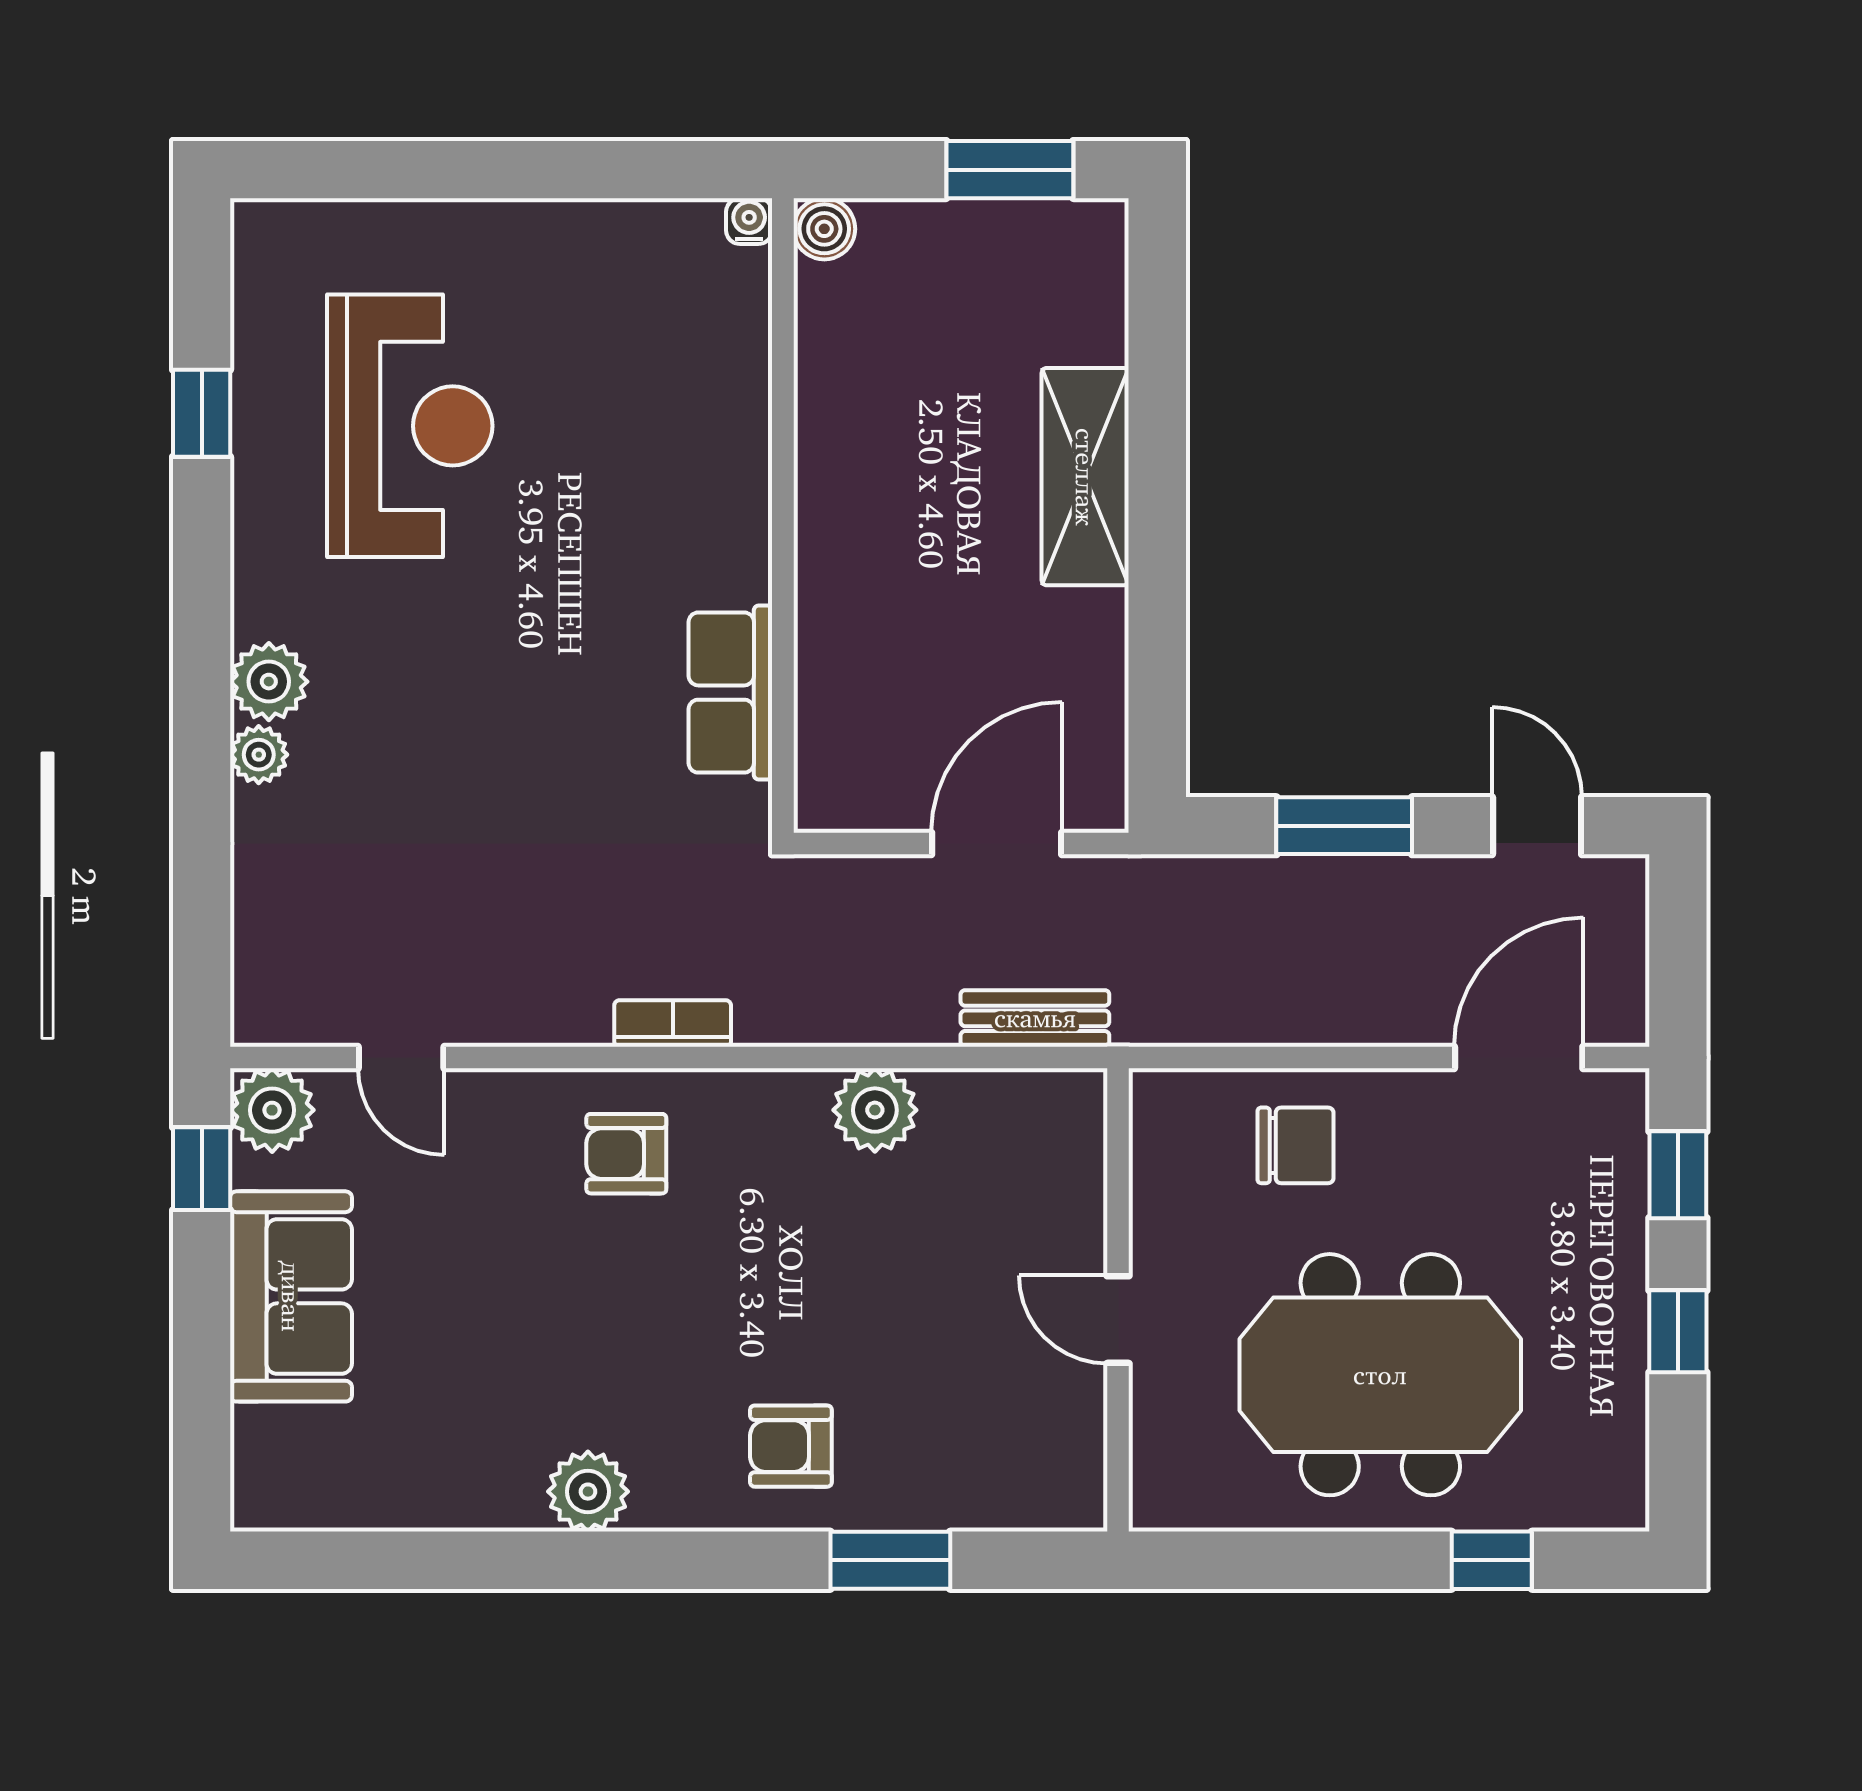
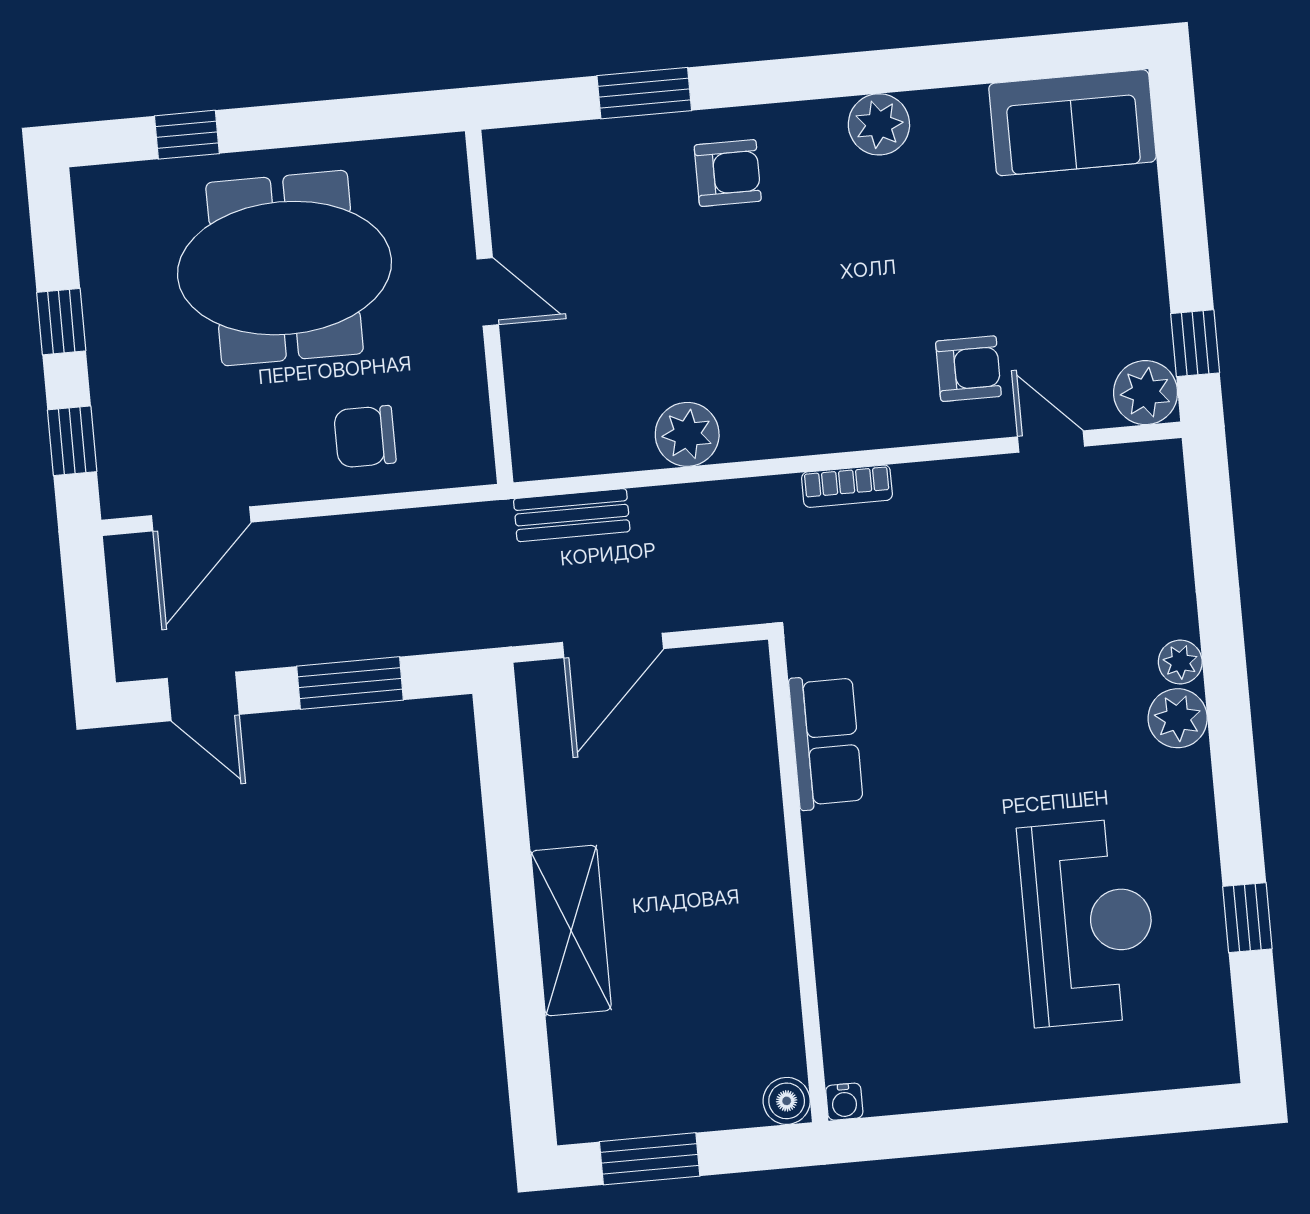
reception desk: (410, 426) -> (1088, 922), turned 180
armchair: (626, 1154) -> (968, 369), moved
sofa: (291, 1296) -> (1072, 123), moved, turned -90

